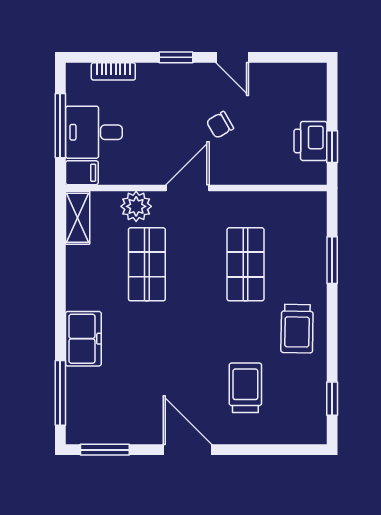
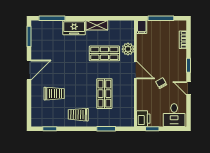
door: (232, 57) -> (189, 88), hinge flipped
desk: (94, 132) -> (174, 115), moved, turned 180
printer: (310, 141) -> (143, 119), moved, turned 90
shelving: (78, 218) -> (97, 25), moved
shop shelf: (246, 264) -> (104, 94), turned 90

